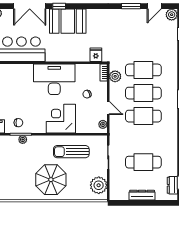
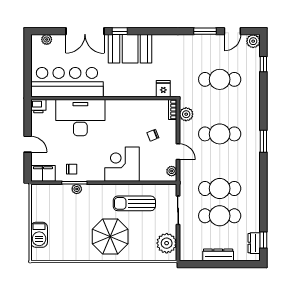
cafe table: (143, 70) -> (220, 79), moved
desk: (54, 79) -> (80, 118), moved
cafe table: (143, 116) -> (220, 188), moved

